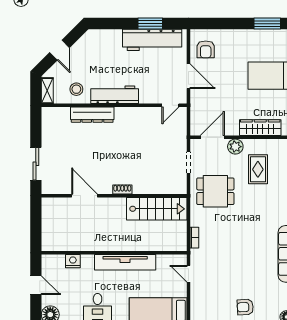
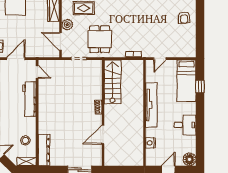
workbench: (115, 95) -> (29, 99), moved
dresser: (92, 115) -> (44, 150), moved

